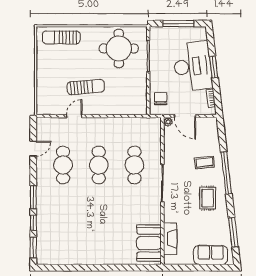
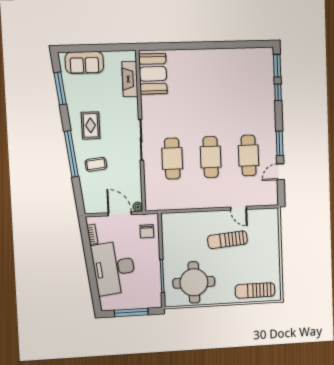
sun lounger: (61, 37) -> (255, 290), turned 180
window: (214, 67) -> (91, 268), removed
door: (74, 116) -> (239, 208), hinge flipped
window: (33, 197) -> (280, 143), moved

